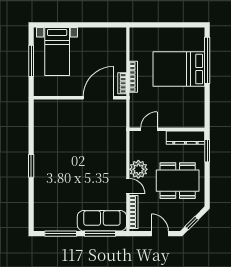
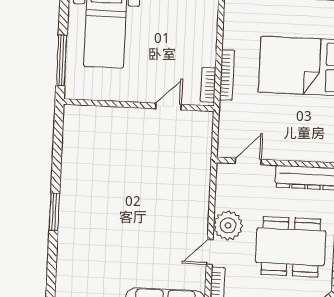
window: (31, 61) -> (62, 60), moved
door: (98, 98) -> (168, 106), width x0.53
door: (128, 186) -> (210, 252), swing flipped

